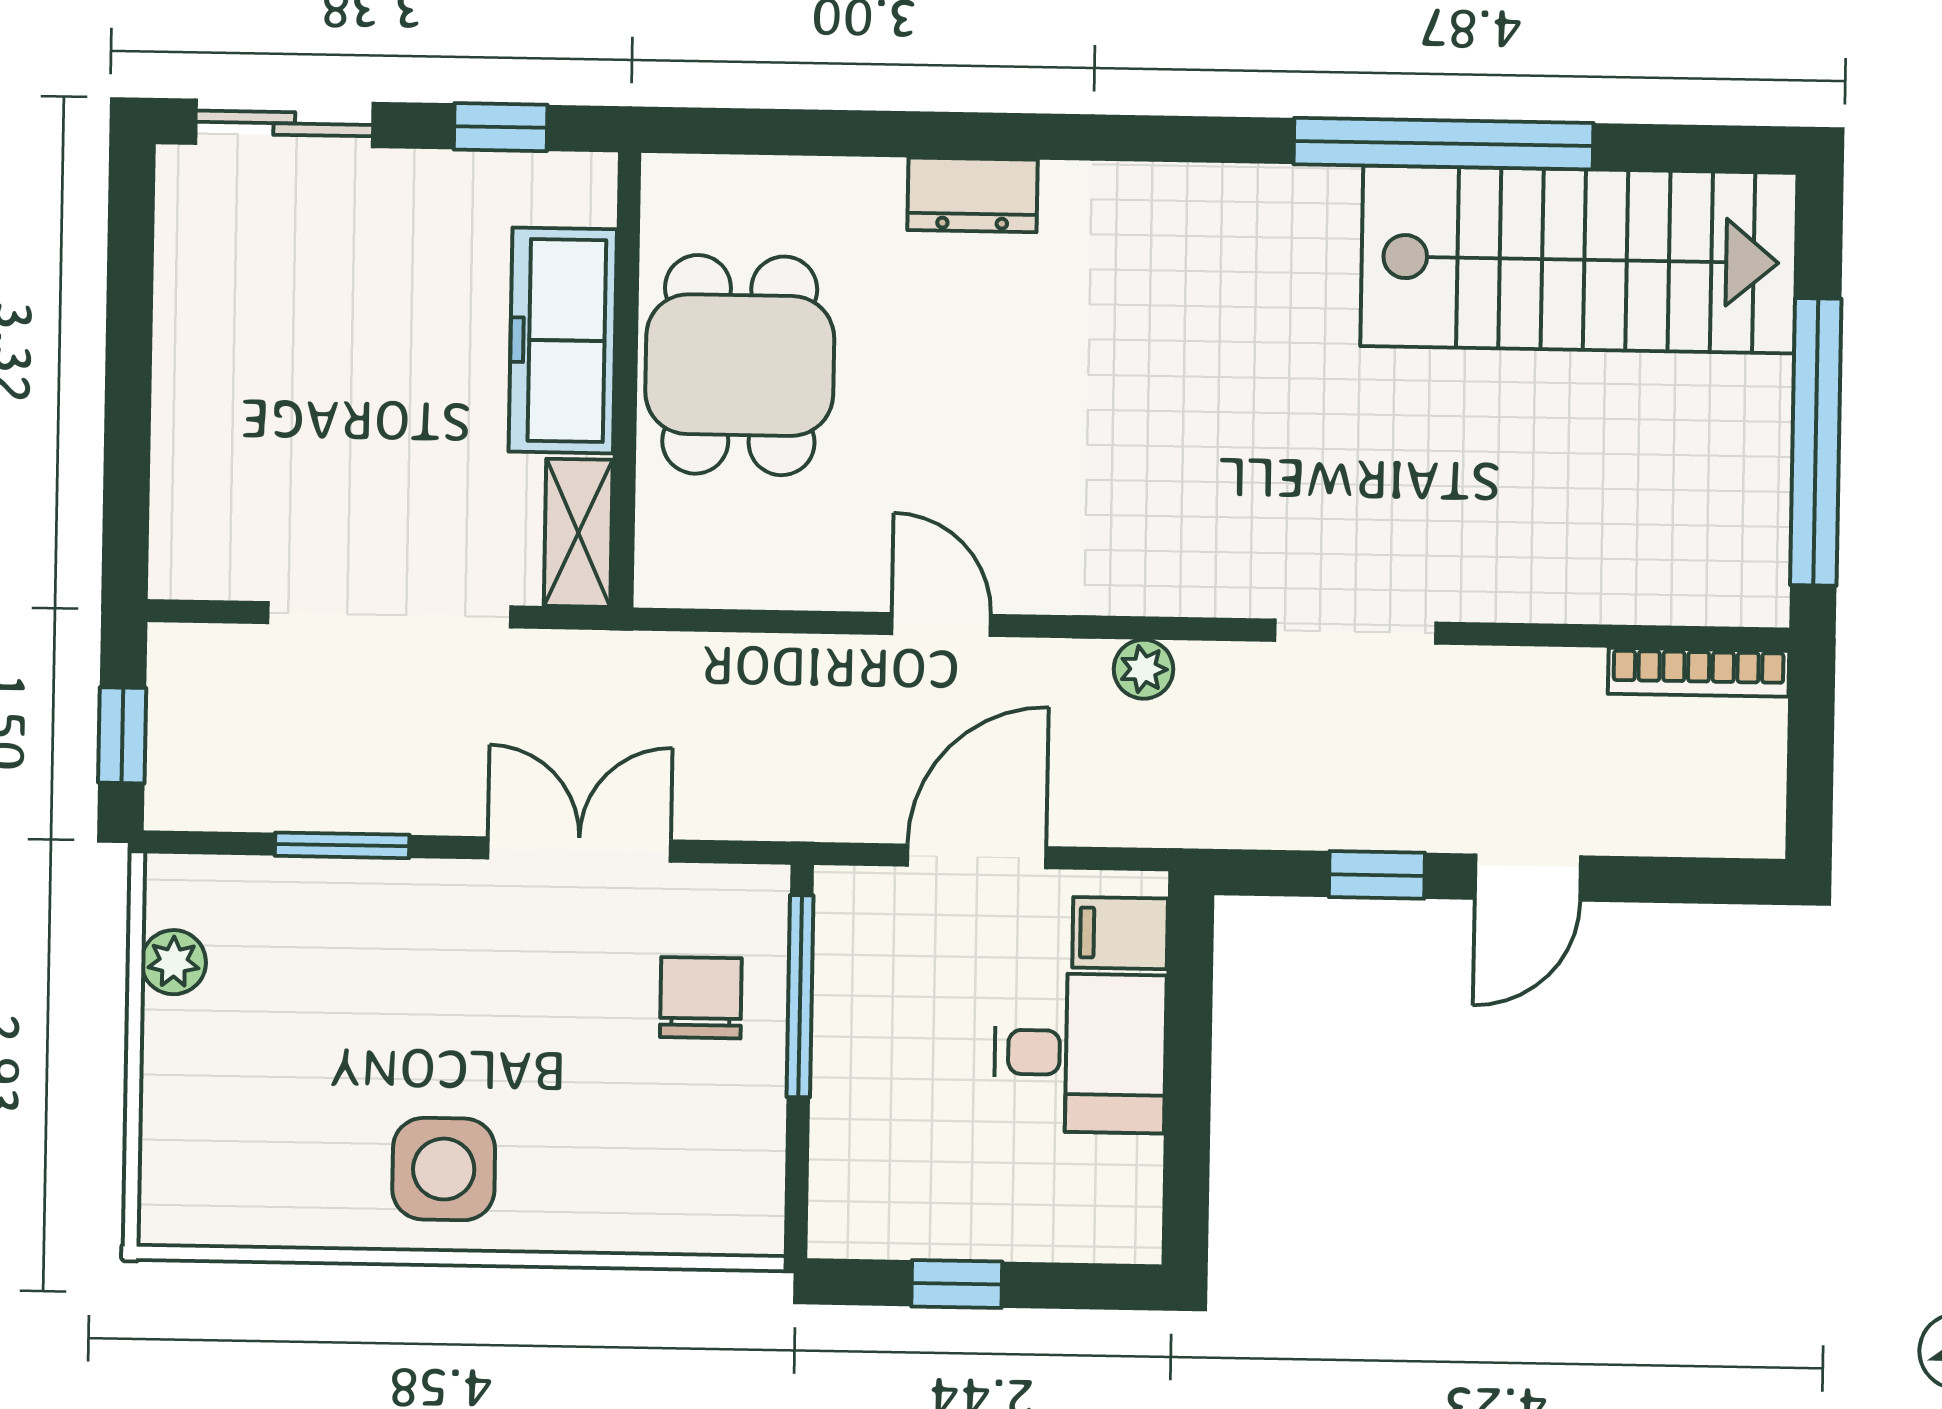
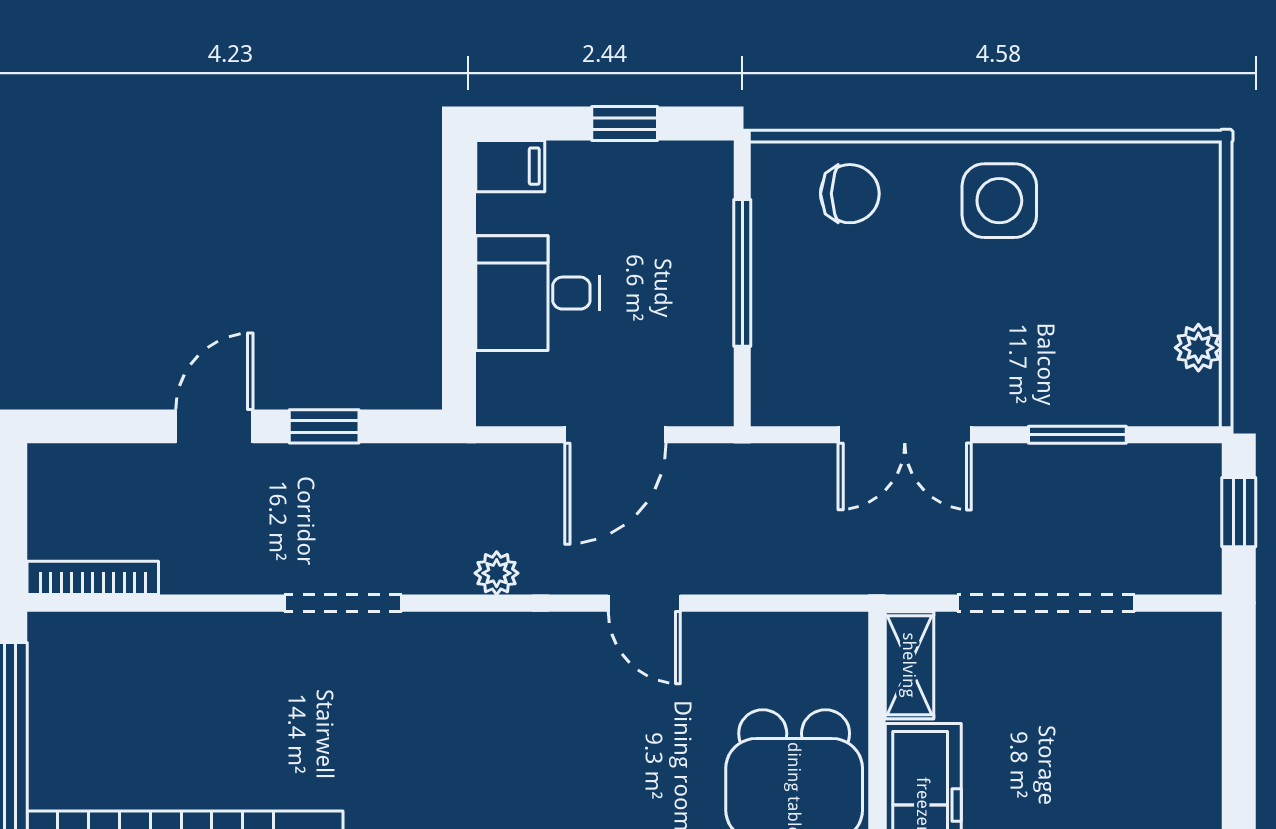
filing cabinet: (1120, 933) -> (510, 166), moved
window: (800, 996) -> (742, 273), moved
chair: (701, 998) -> (850, 194), moved, turned -90

